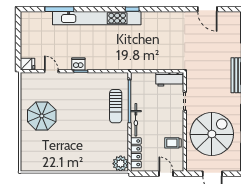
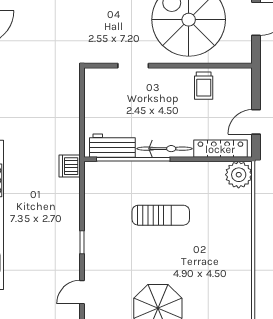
dishwasher: (78, 64) -> (70, 166), moved
workbench: (169, 79) -> (112, 146), moved, turned -90
sun lounger: (116, 106) -> (161, 215), moved
door: (166, 174) -> (256, 122), moved

